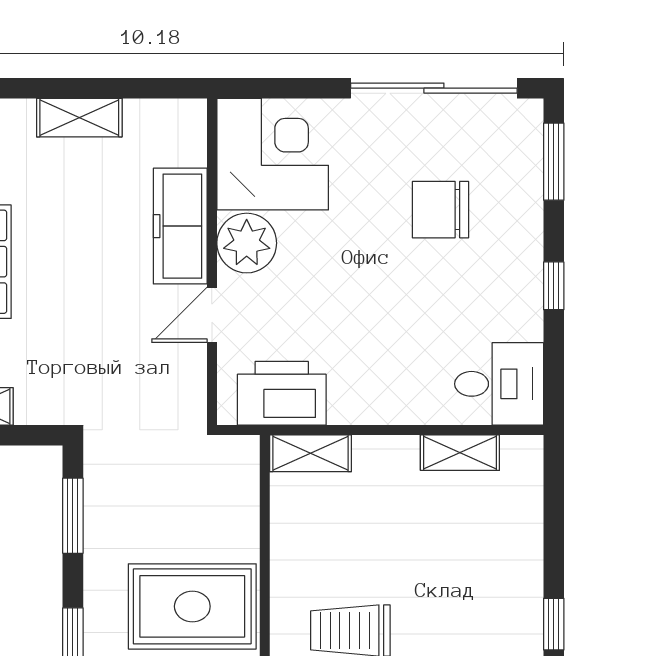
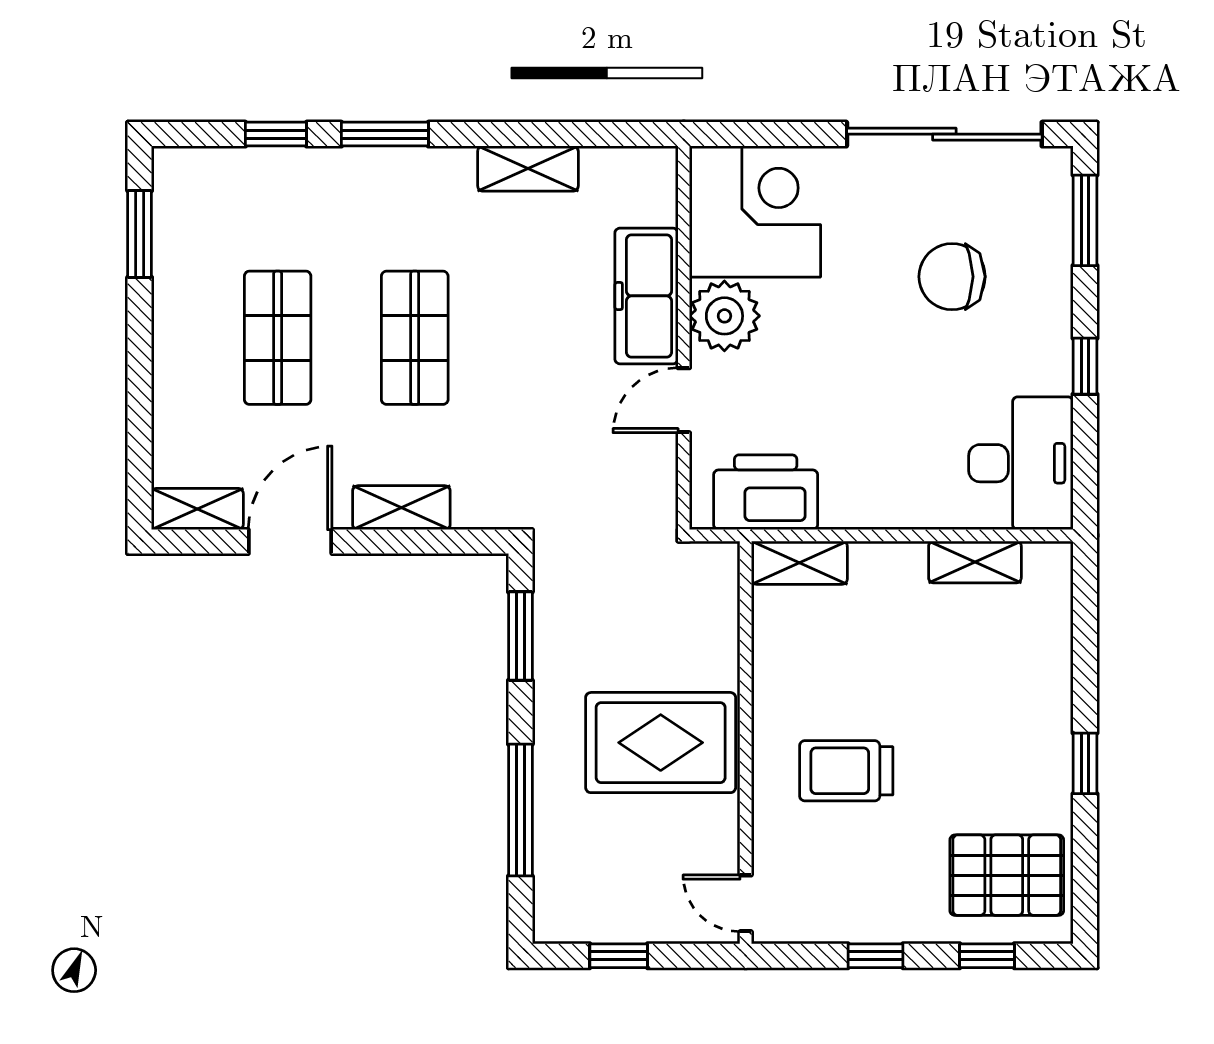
desk: (499, 384) -> (1021, 463), width x1.37

